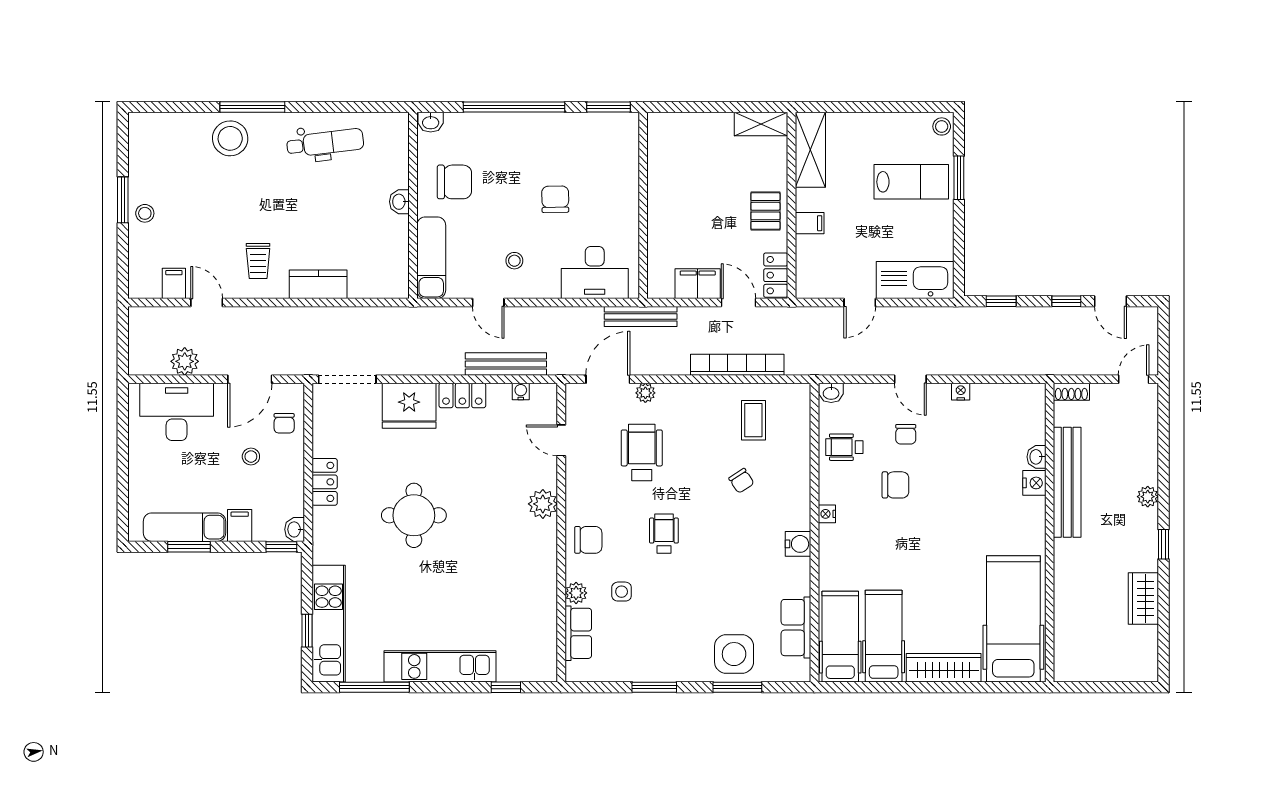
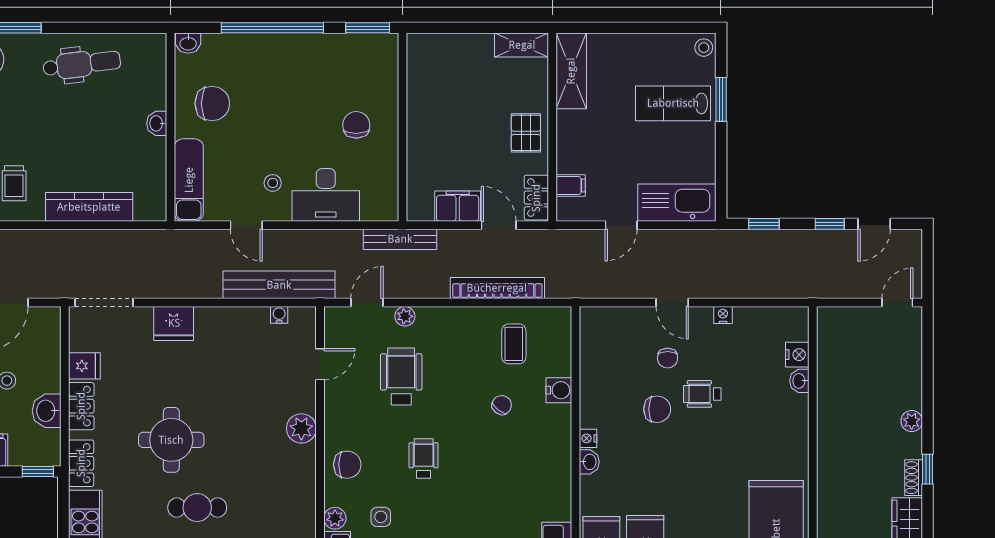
lab bench: (911, 182) -> (673, 103), turned 180
chair: (555, 199) -> (356, 125), moved
filing cabinet: (810, 223) -> (571, 185), moved
desk: (595, 272) -> (326, 195), moved
kitchen counter: (318, 284) -> (89, 207), width x1.50
door: (1110, 301) -> (874, 224), hinge flipped
bench: (506, 364) -> (279, 285), width x1.37, depth x1.21
door: (608, 379) -> (367, 303), width x0.73
shoe rack: (1071, 392) -> (914, 478), moved, turned 90
washbasin: (831, 393) -> (589, 462), moved, turned -90
locker: (462, 395) -> (81, 463), moved, turned -90
fridge: (409, 406) -> (174, 323), width x0.73, depth x0.75
chair: (284, 423) -> (40, 347), removed
door: (561, 440) -> (320, 364), swing flipped
fridge: (328, 442) -> (84, 366), added
wheelchair: (844, 447) -> (702, 394), moved
chair: (741, 481) -> (502, 405), turned -110
bench: (1067, 482) -> (830, 406), removed
nightstand: (1034, 483) -> (797, 355), moved
washbasin: (295, 529) -> (47, 411), moved, width x1.38, depth x1.45
water cooler: (798, 544) -> (559, 390), moved
cafe table: (440, 582) -> (197, 508), added

